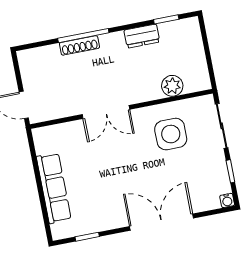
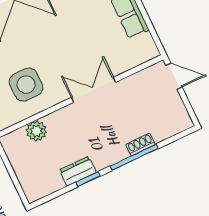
window: (166, 19) -> (88, 179), moved
shoe rack: (79, 45) -> (140, 144), width x0.70

